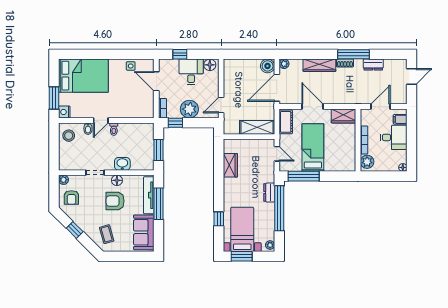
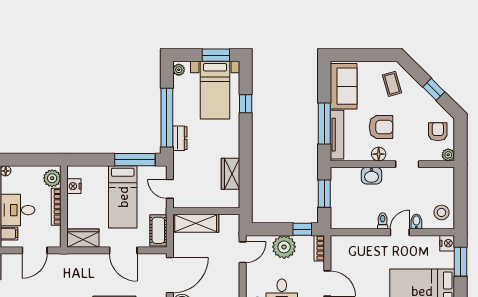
nightstand: (350, 156) -> (74, 186), added

